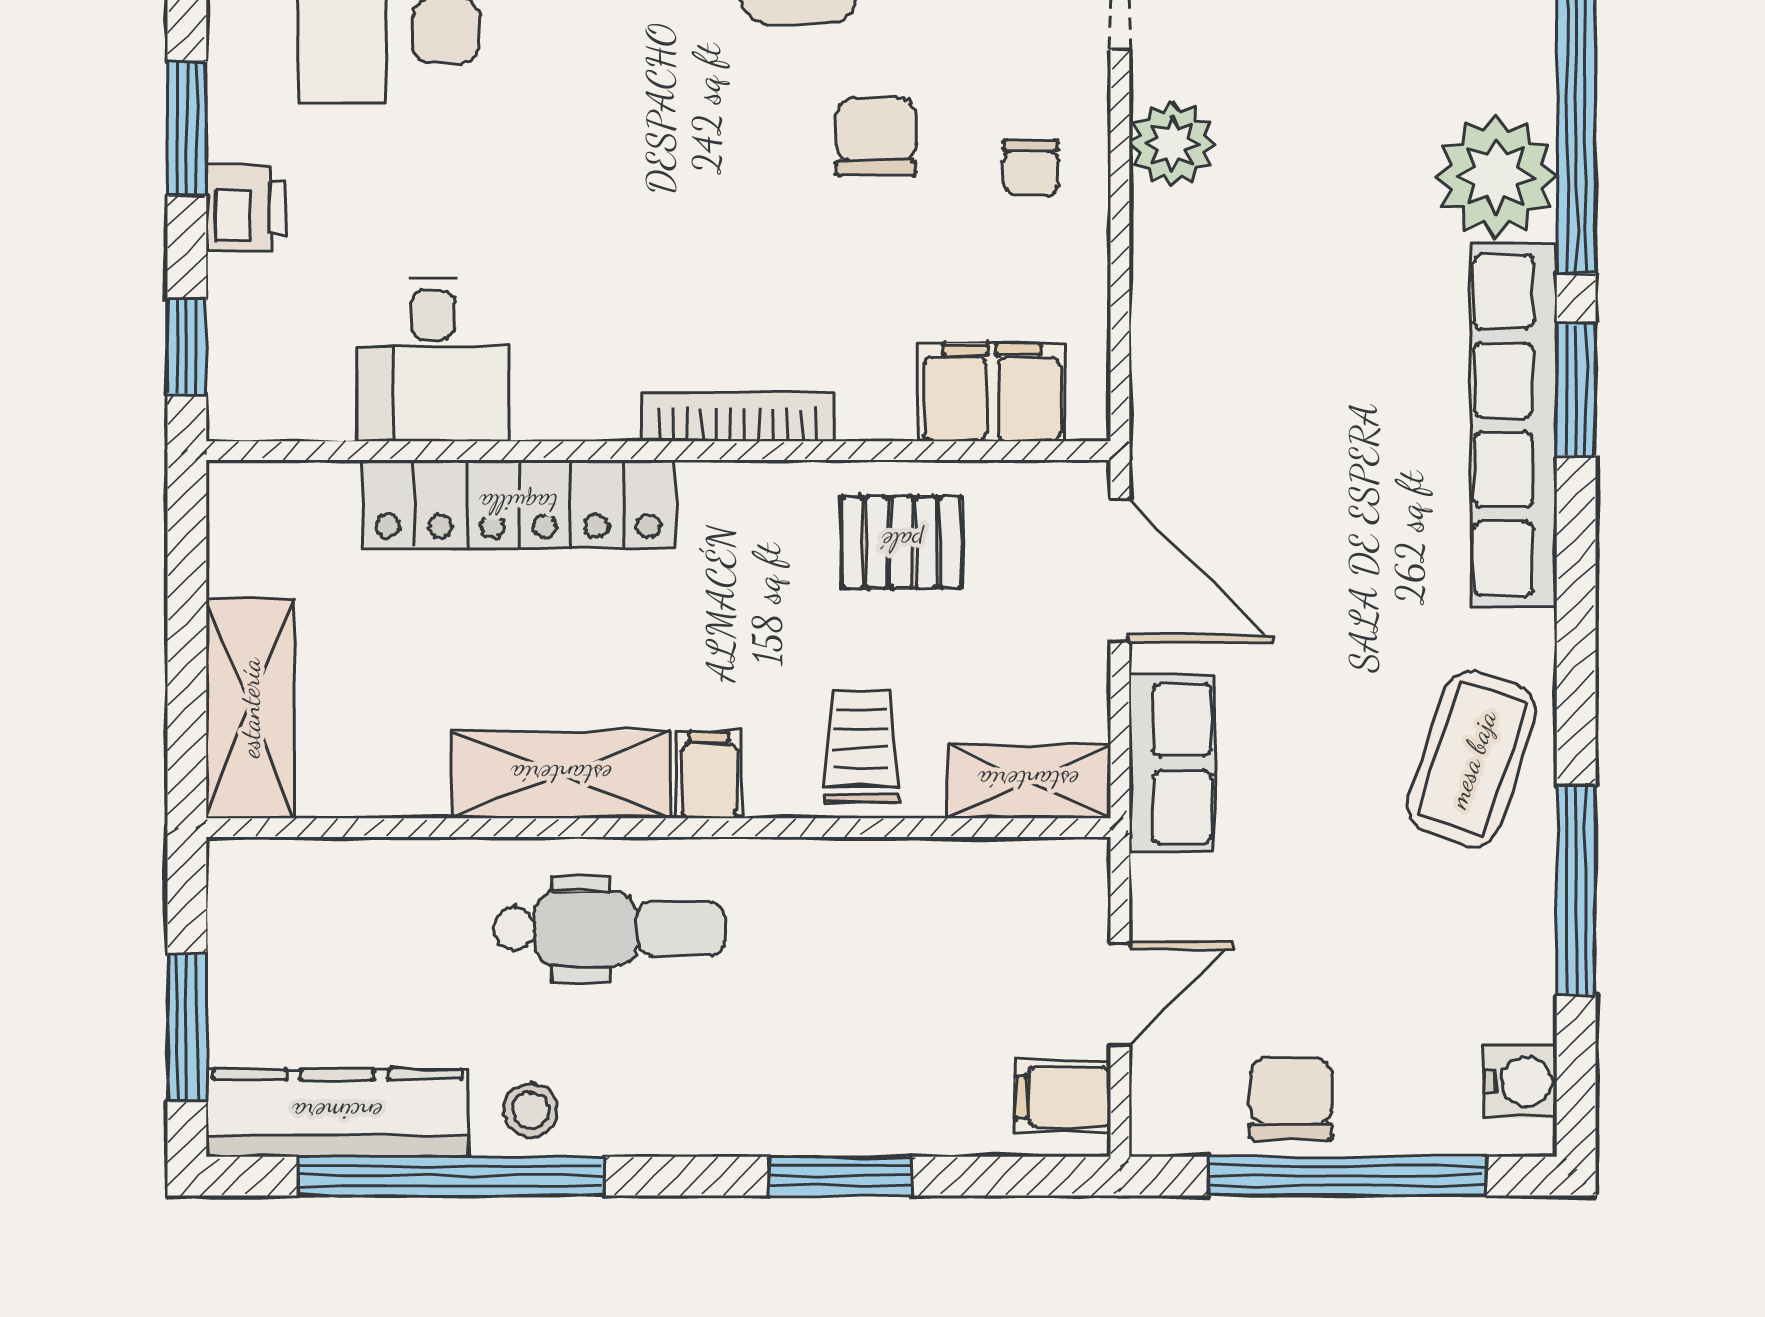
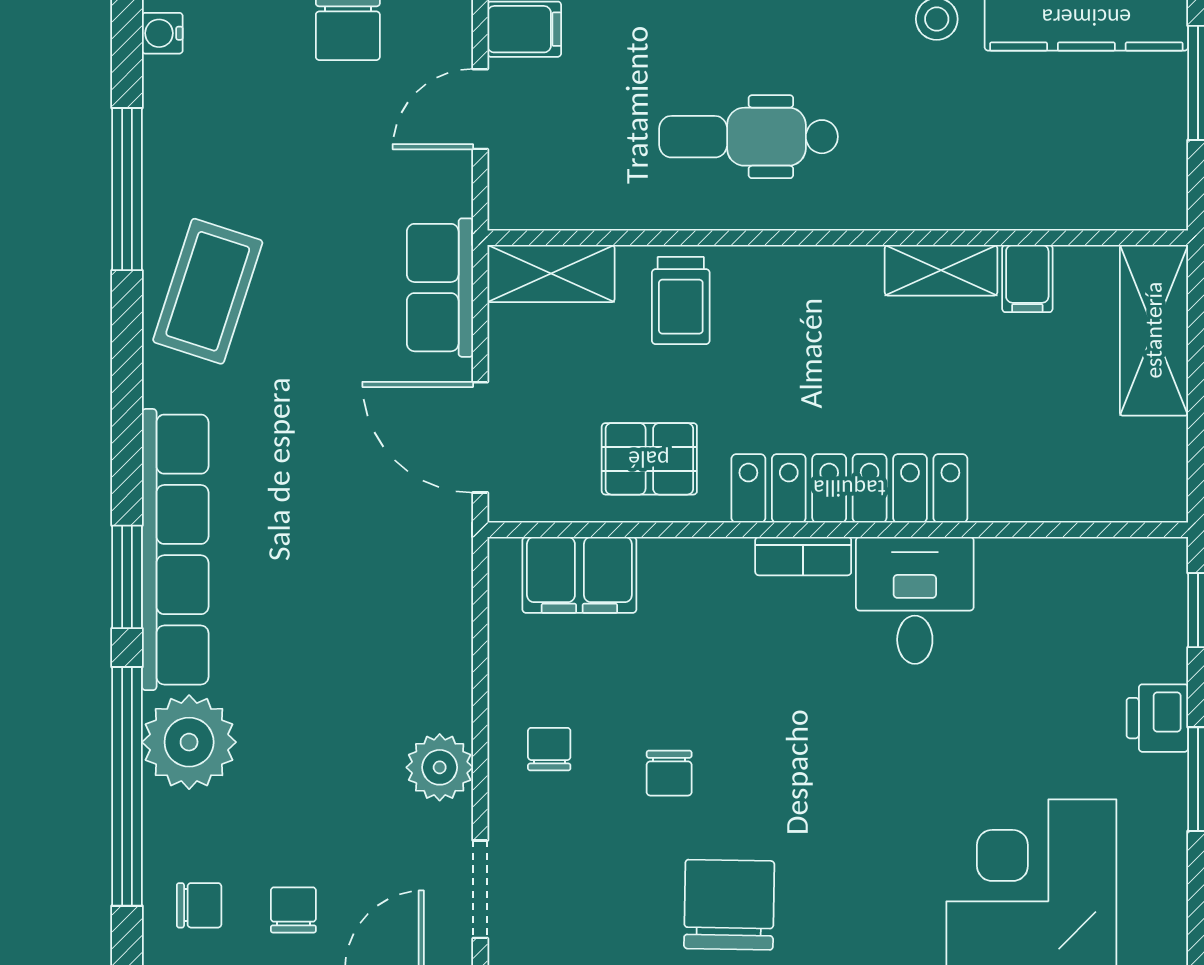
chair: (876, 136) -> (669, 773), width x0.73, depth x0.73
desk: (433, 359) -> (915, 600), moved
bookcase: (738, 417) -> (803, 556), width x0.64
locker: (518, 504) -> (849, 488), moved
shelving: (561, 775) -> (941, 270), width x0.67, depth x0.75
filing cabinet: (709, 775) -> (1027, 279), moved
dental chair: (609, 929) -> (749, 137), moved
water cooler: (1520, 1082) -> (162, 33), width x0.72, depth x0.72

